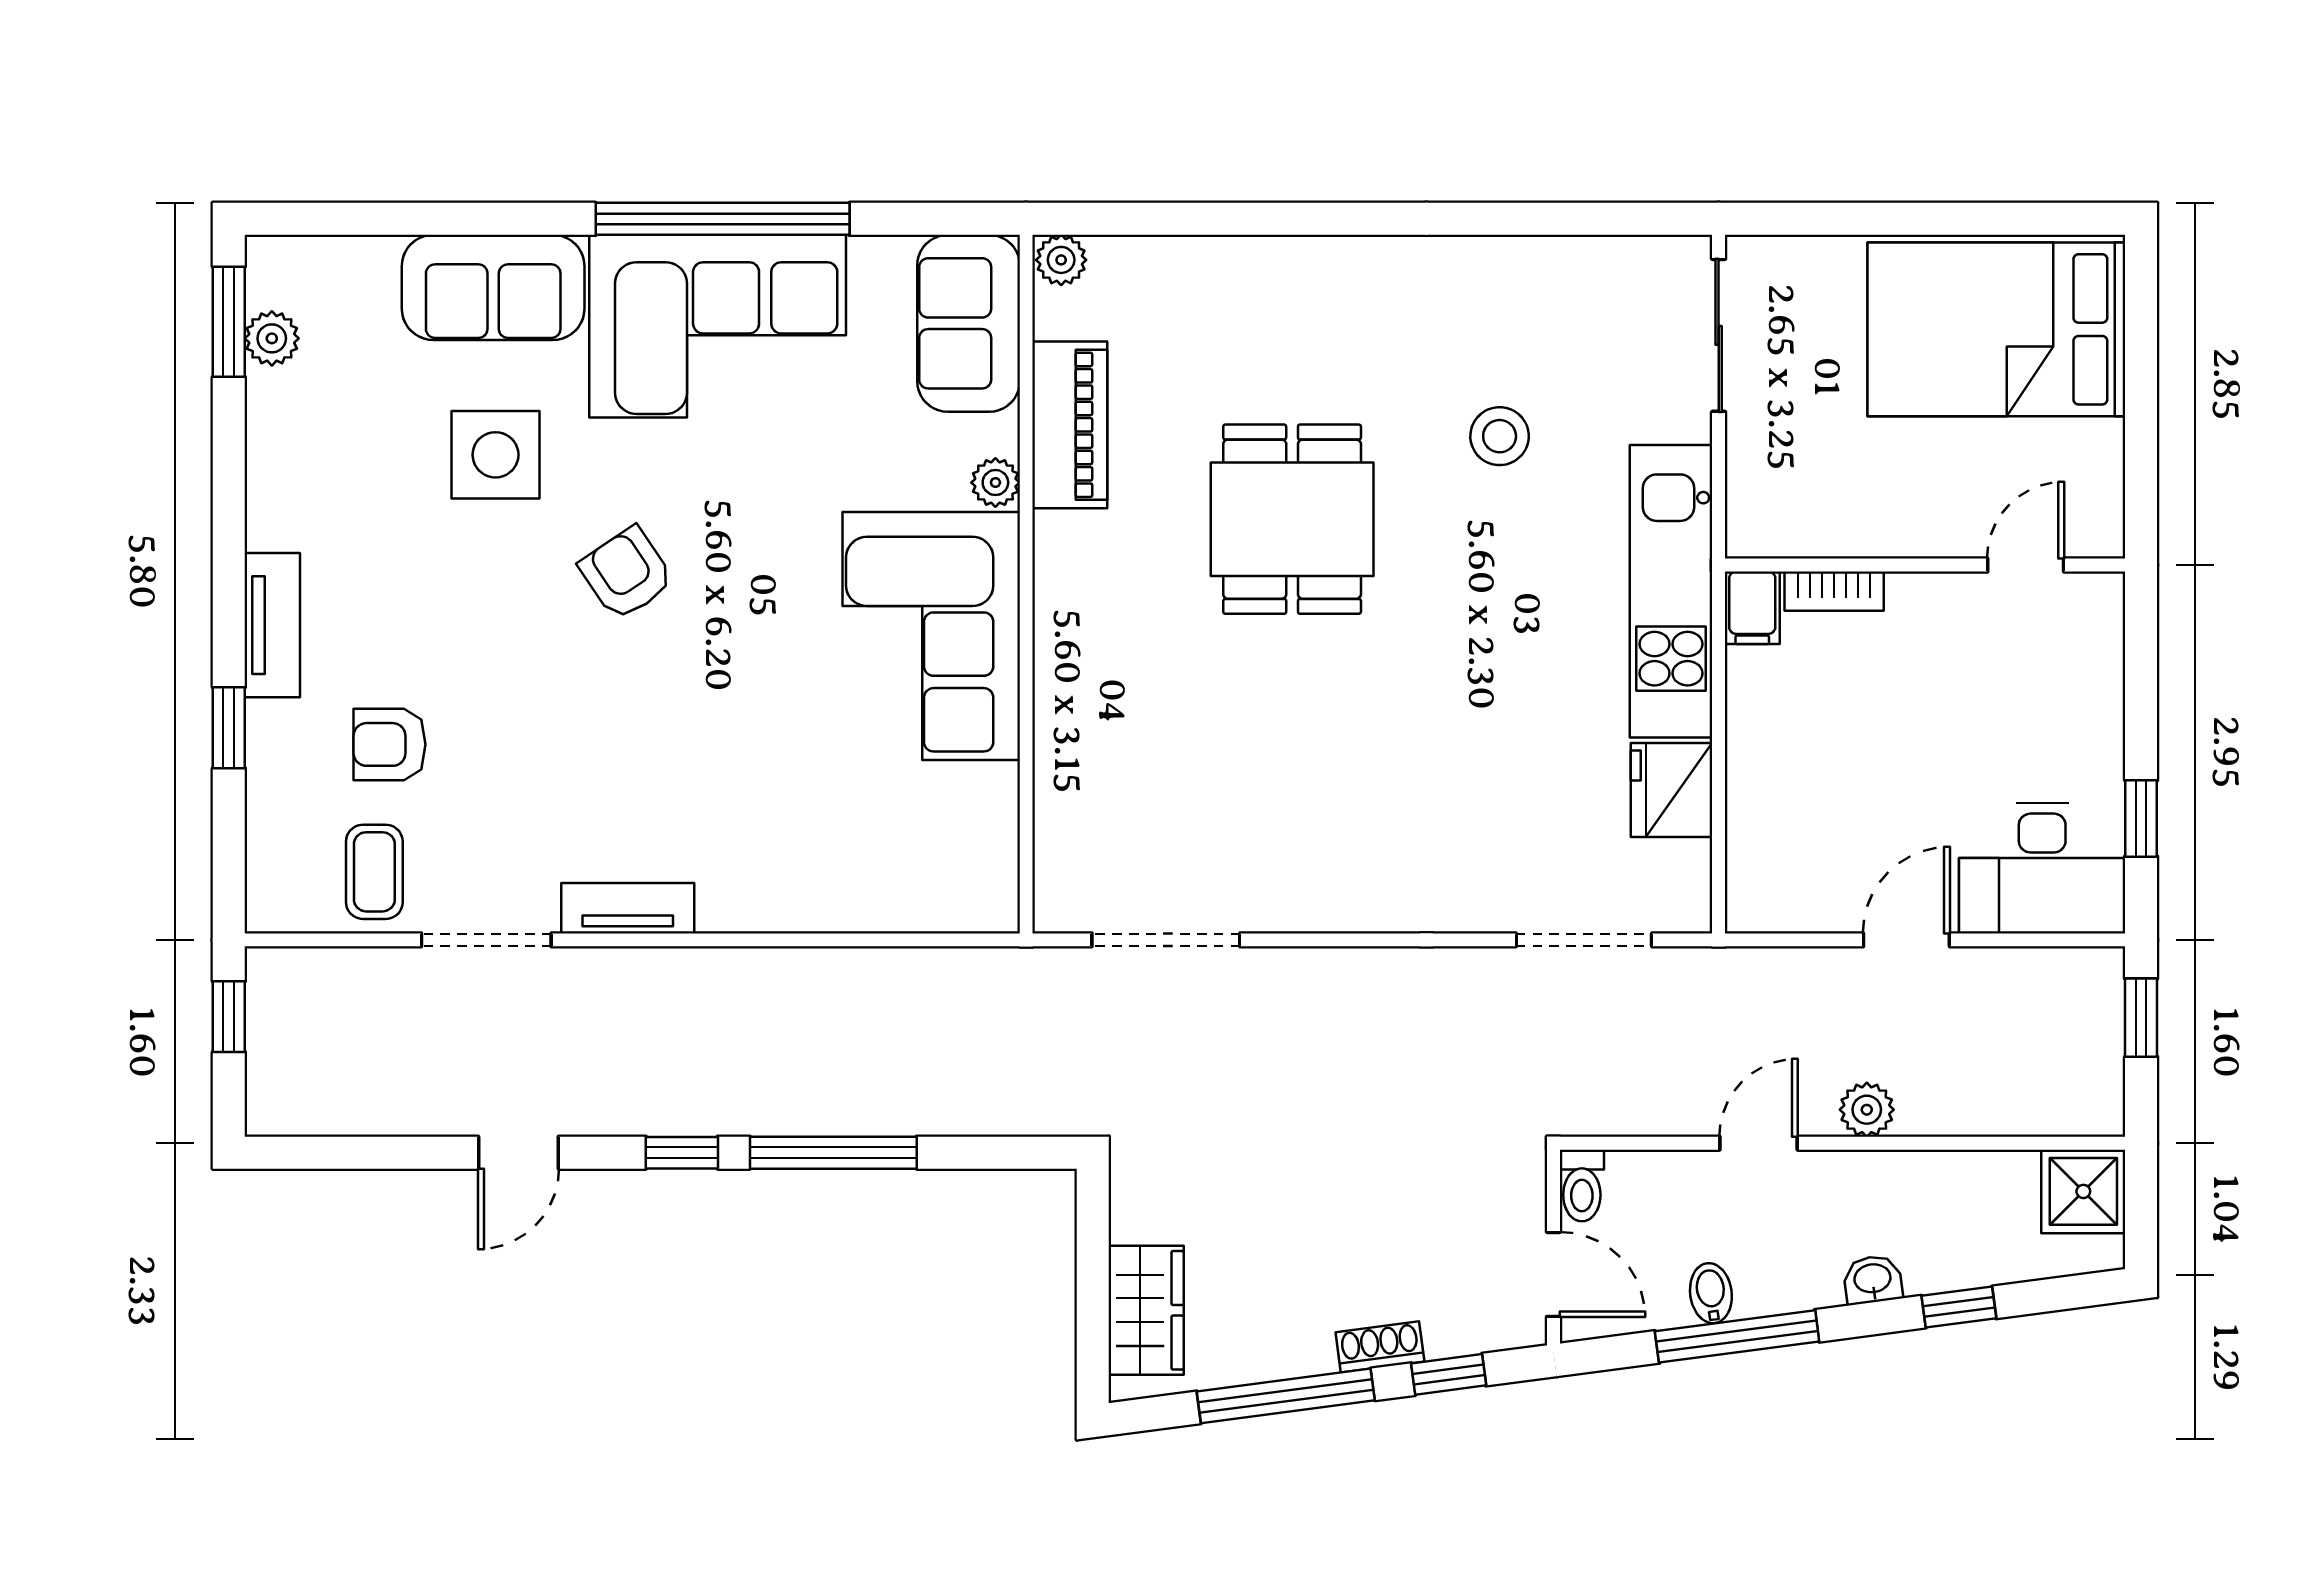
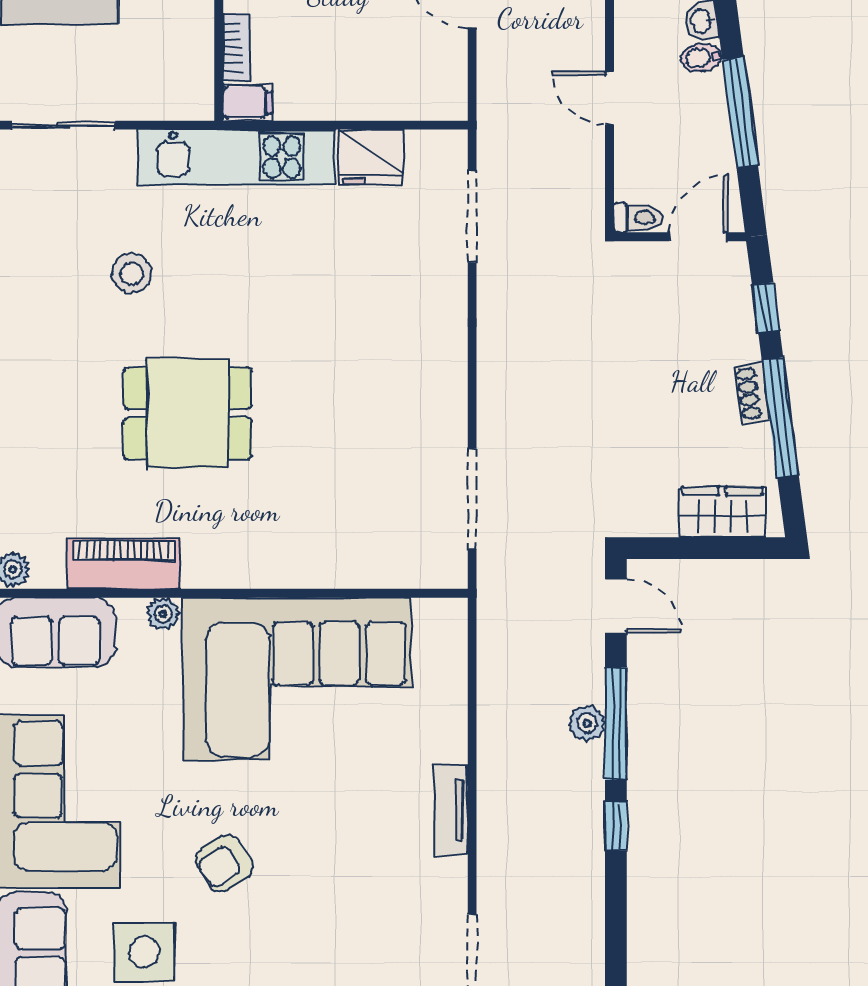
corner sofa: (931, 636) -> (297, 679), width x1.36, depth x1.36
tv unit: (628, 908) -> (451, 810), moved
plant: (1867, 1110) -> (587, 723), moved
door: (518, 1153) -> (616, 606), moved
bidet: (1711, 1293) -> (701, 58), moved
shoe rack: (1380, 1347) -> (752, 393), moved

